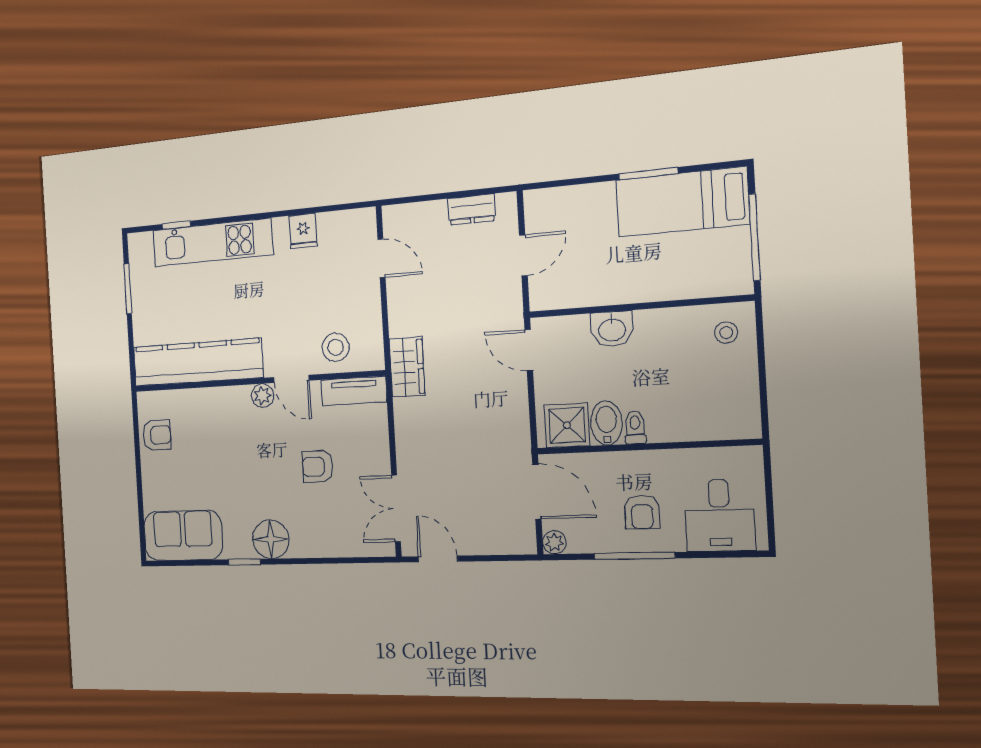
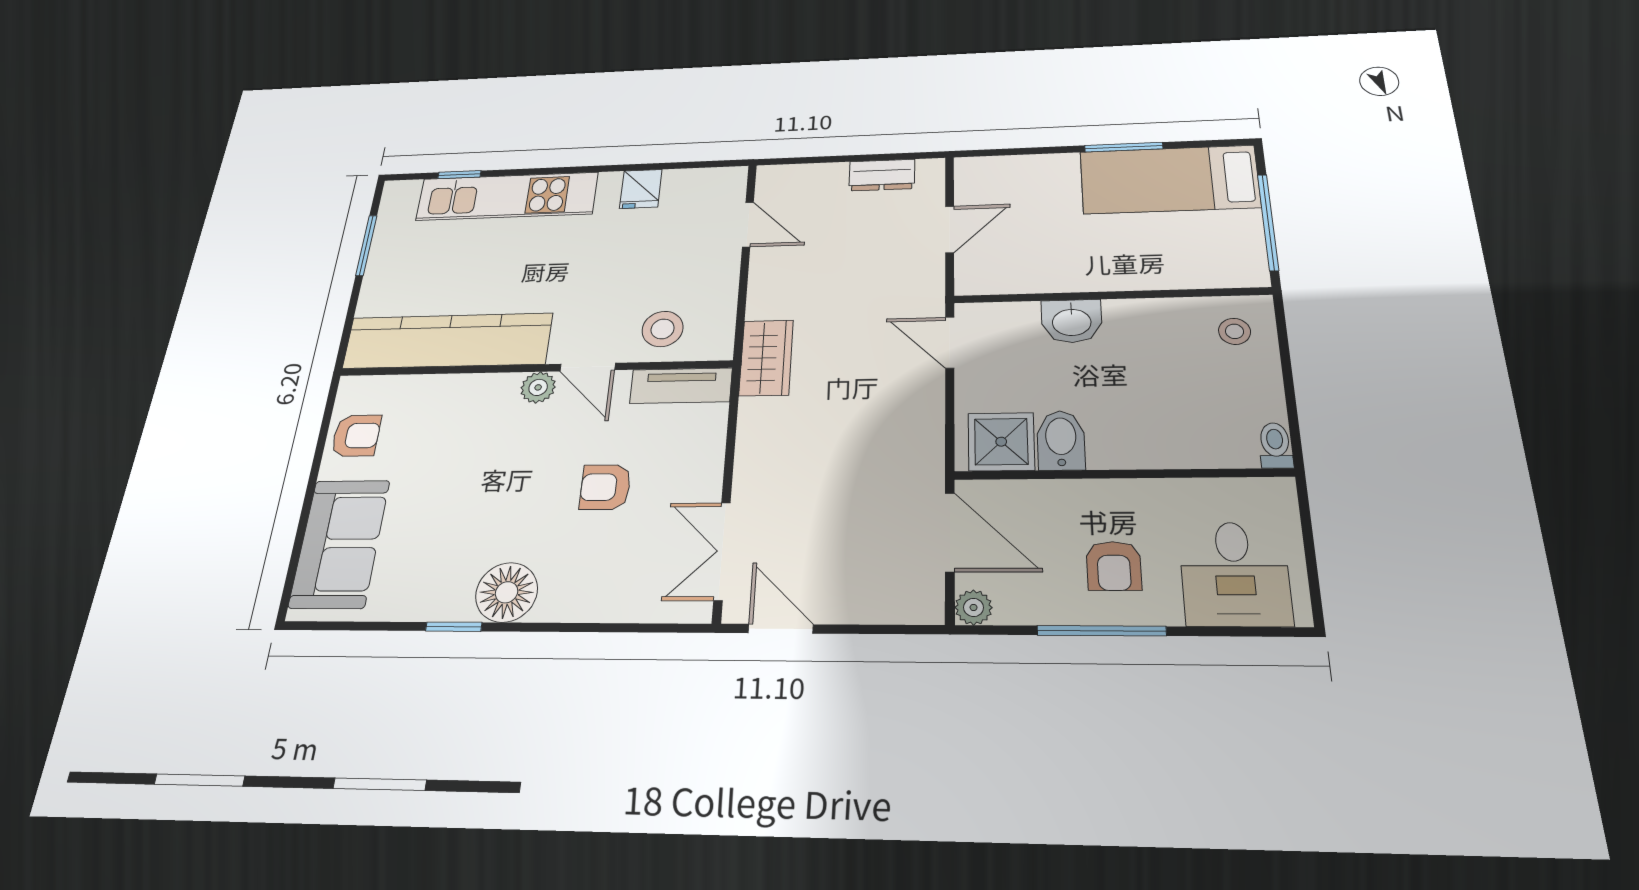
toilet: (635, 427) -> (1275, 445), moved
sofa: (183, 535) -> (340, 543), moved, turned 90

